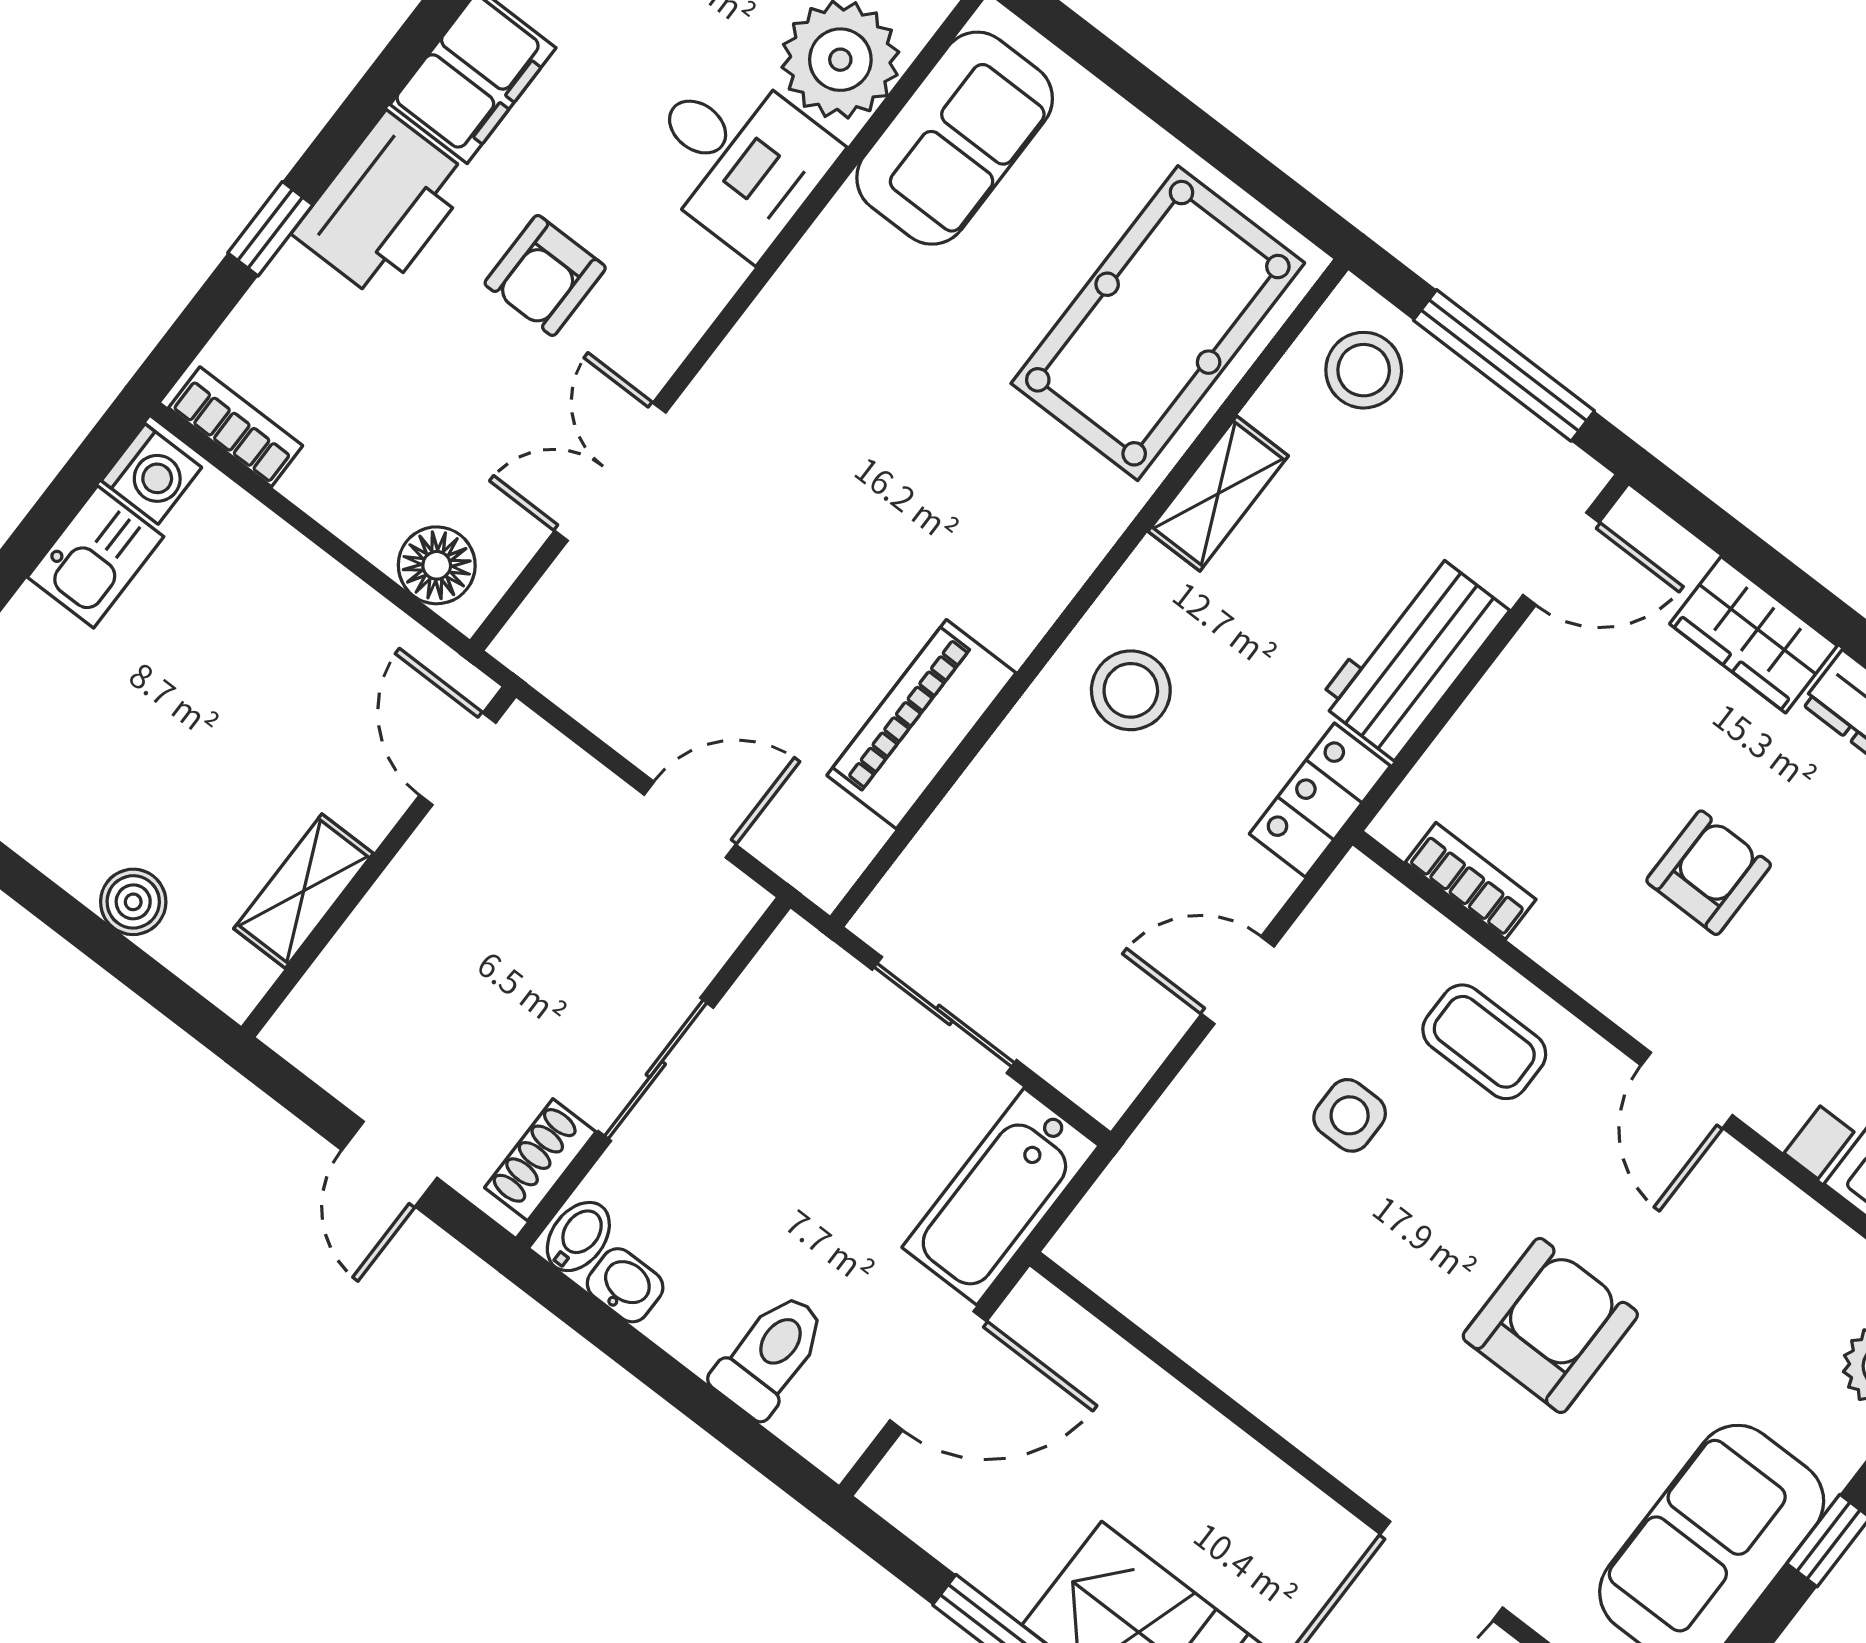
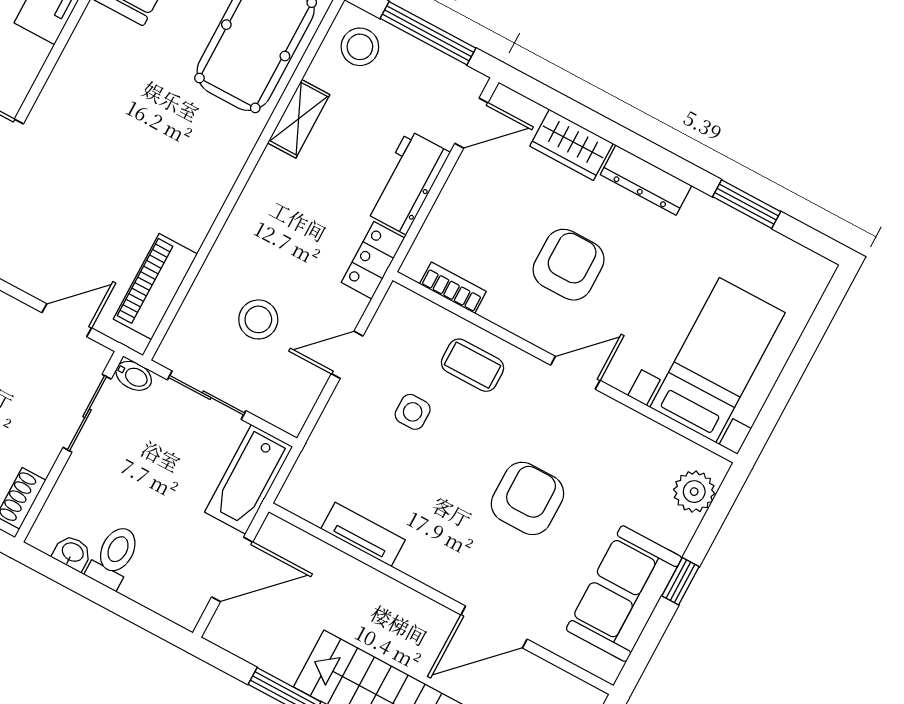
stool: (1131, 690) -> (258, 319), moved
piano: (921, 724) -> (155, 286), moved
armchair: (1709, 873) -> (569, 265), width x1.38, depth x1.38
sliding door: (656, 1069) -> (87, 413), moved
door: (1687, 1090) -> (575, 373), swing flipped
bidet: (578, 1237) -> (134, 376), moved, turned 90
tv unit: (1211, 1343) -> (363, 534), added
toilet: (770, 1355) -> (114, 557), moved

